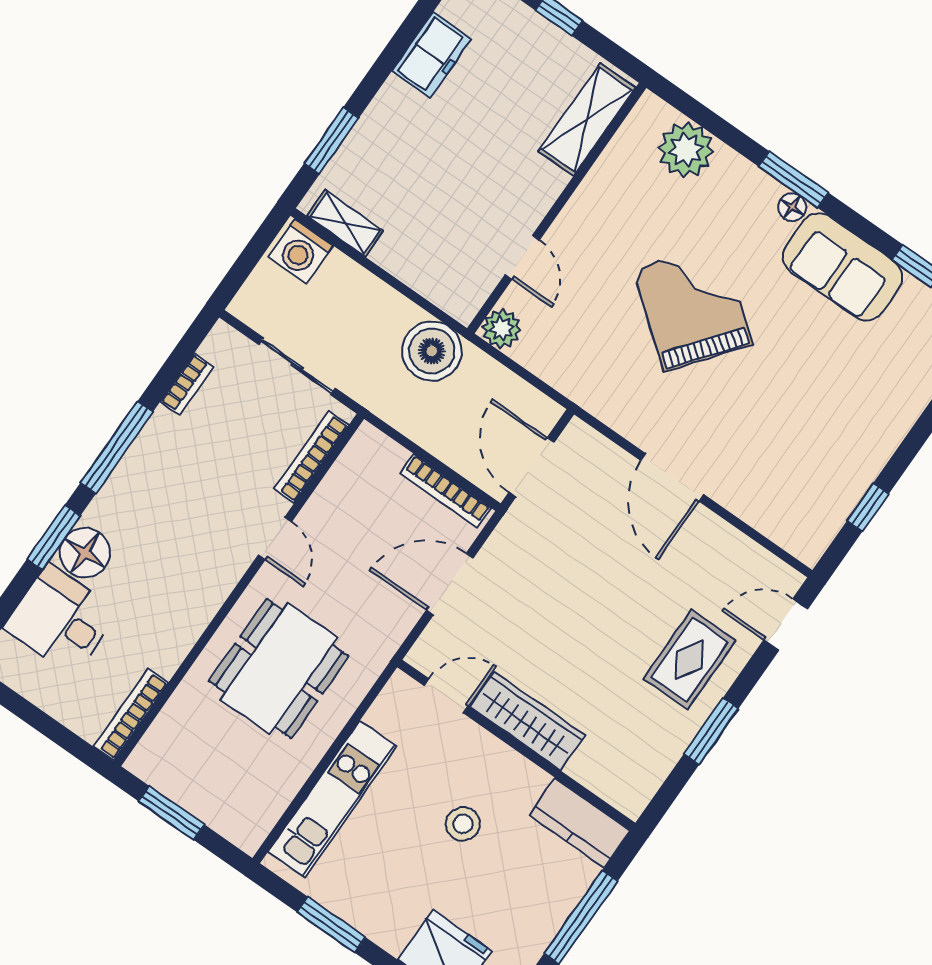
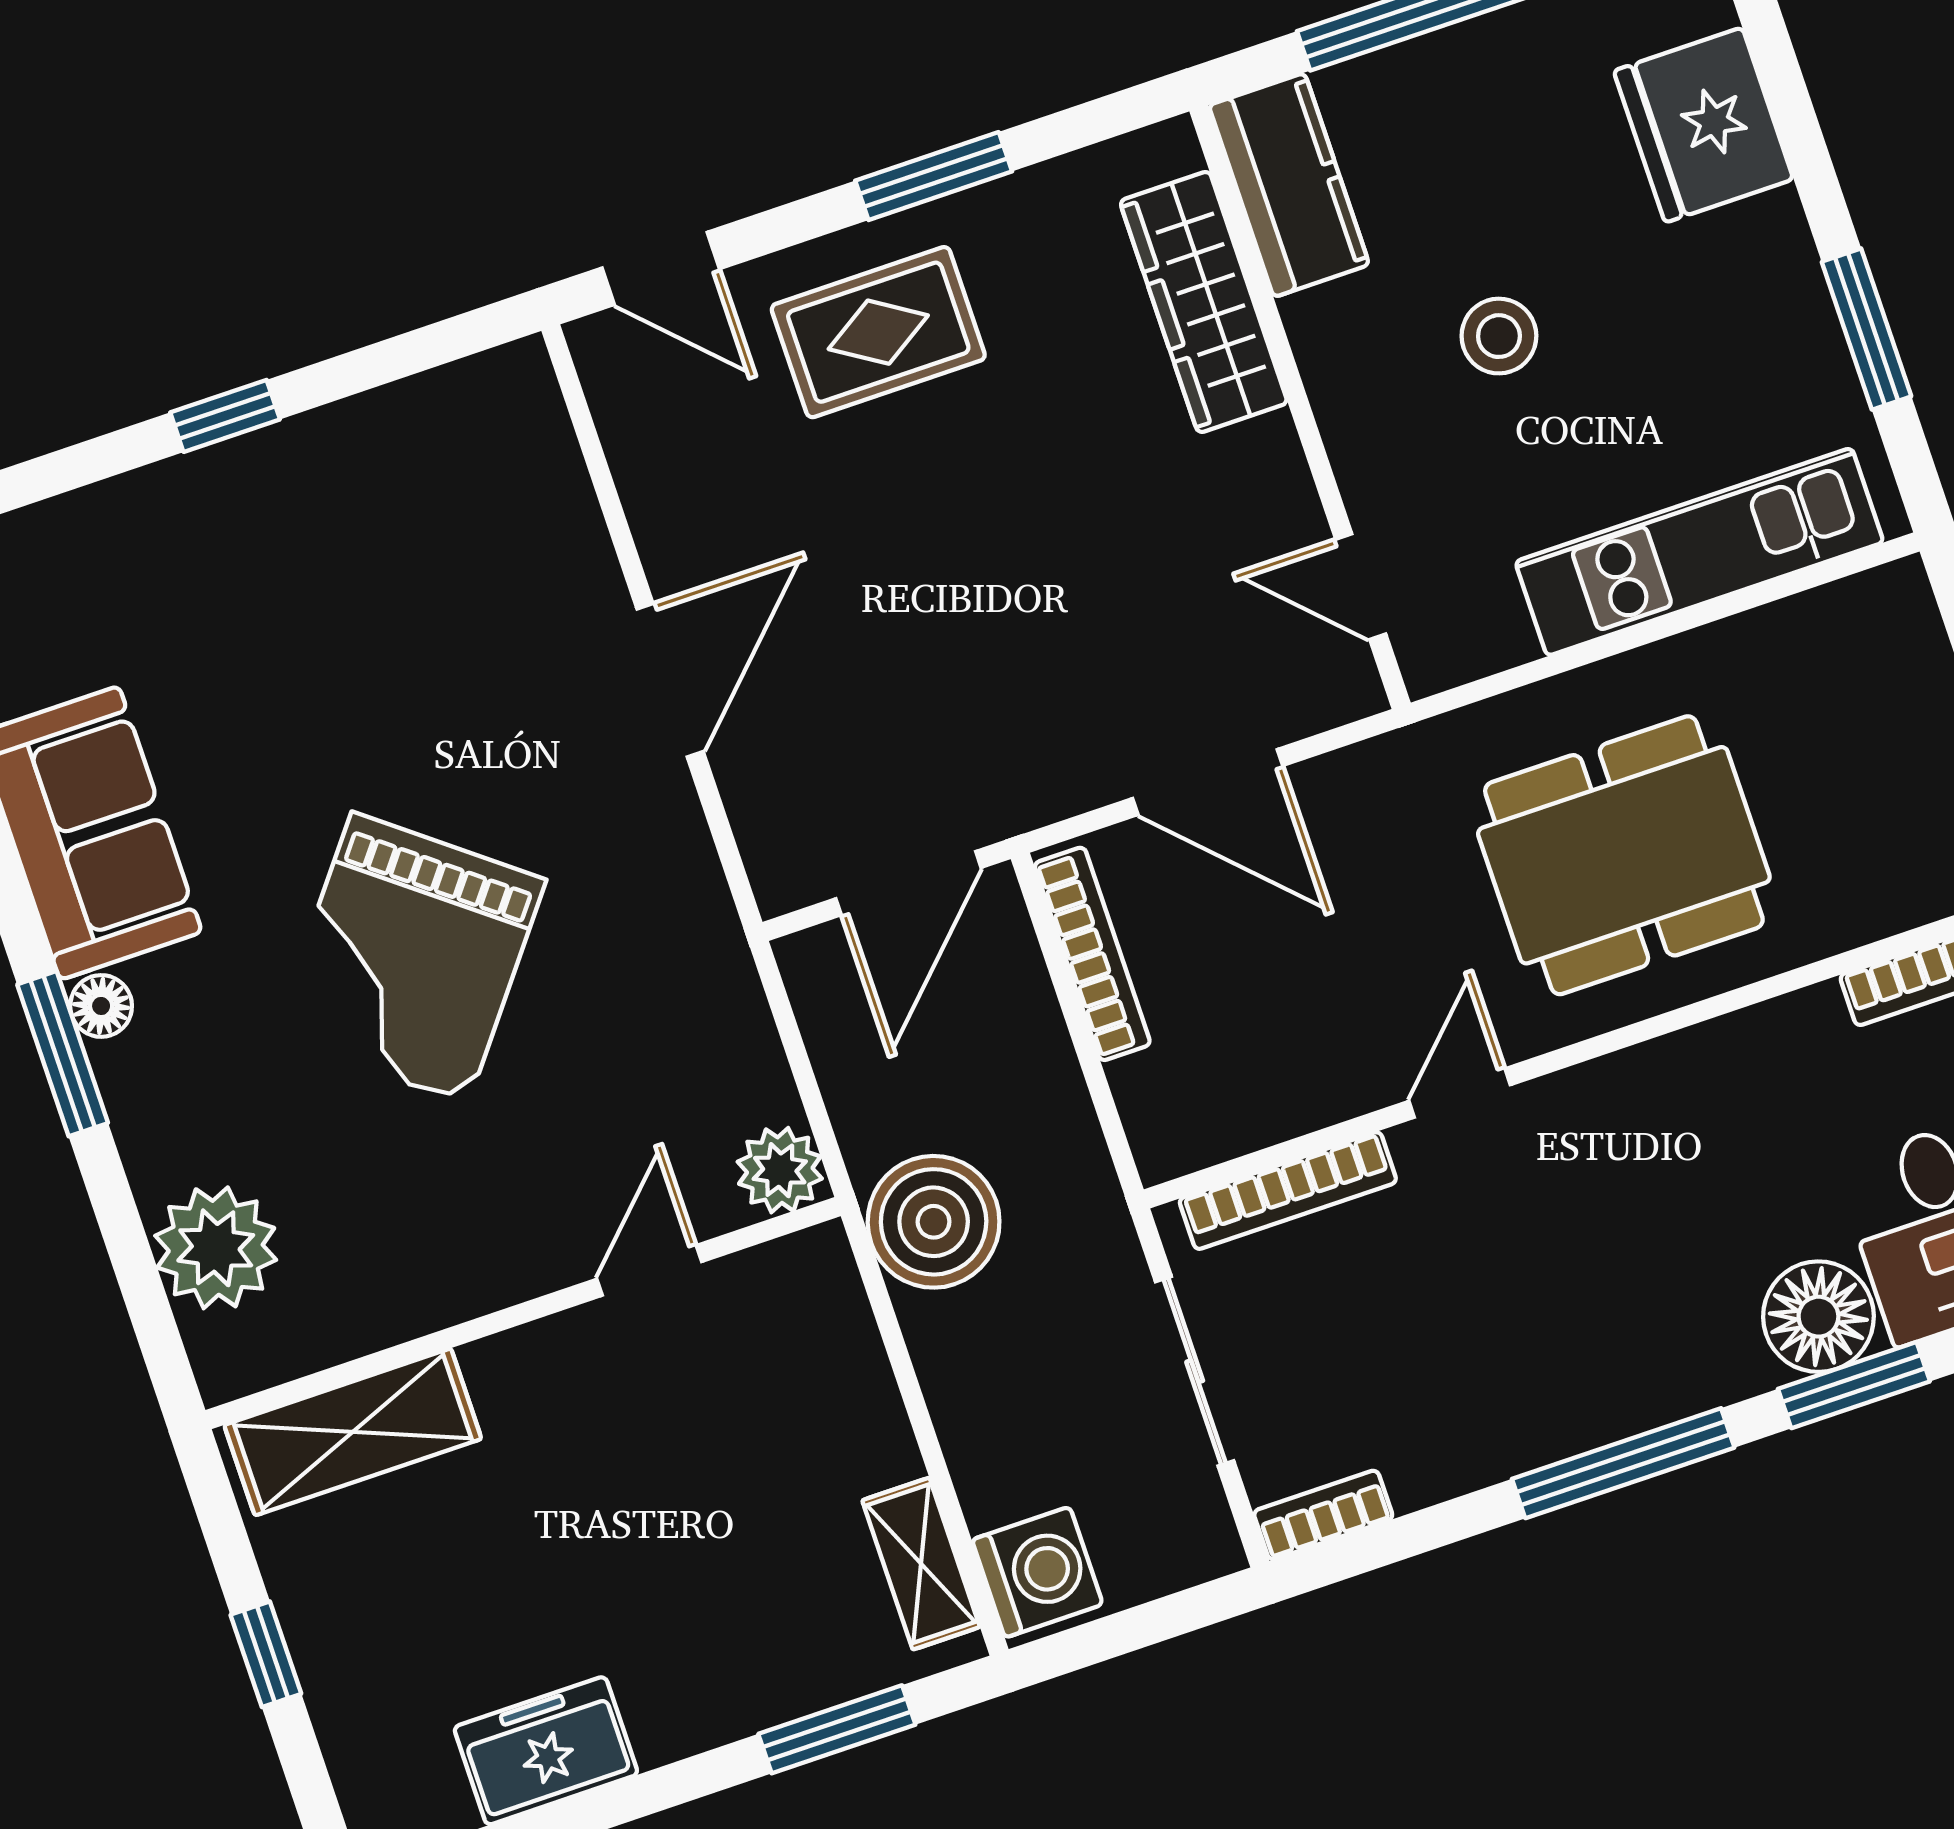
bookcase: (187, 384) -> (1323, 1515), moved
window: (868, 507) -> (225, 416), moved
wardrobe: (527, 721) -> (1204, 302), moved

